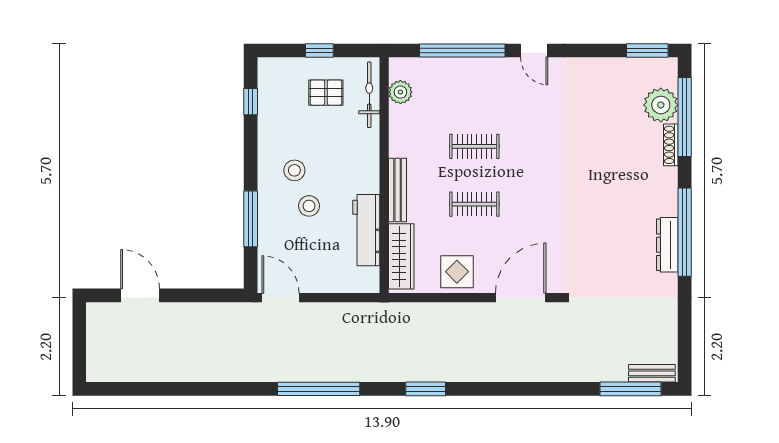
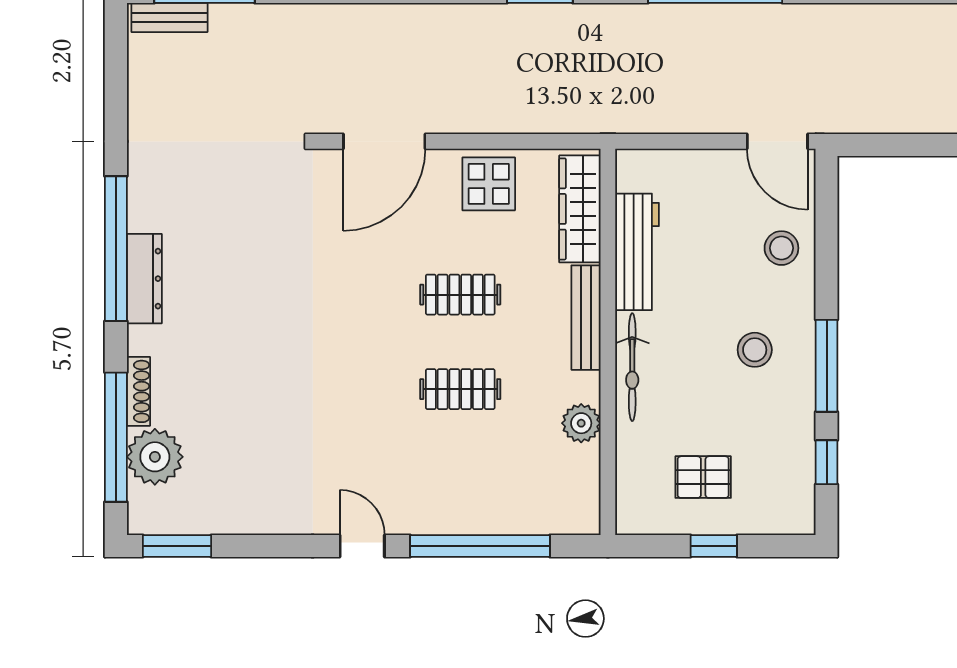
plant: (400, 92) -> (581, 423), moved
bicycle: (369, 95) -> (632, 367), moved
stool: (309, 206) -> (781, 248), moved
window: (251, 219) -> (827, 366), moved
dresser: (667, 245) -> (144, 279), moved

